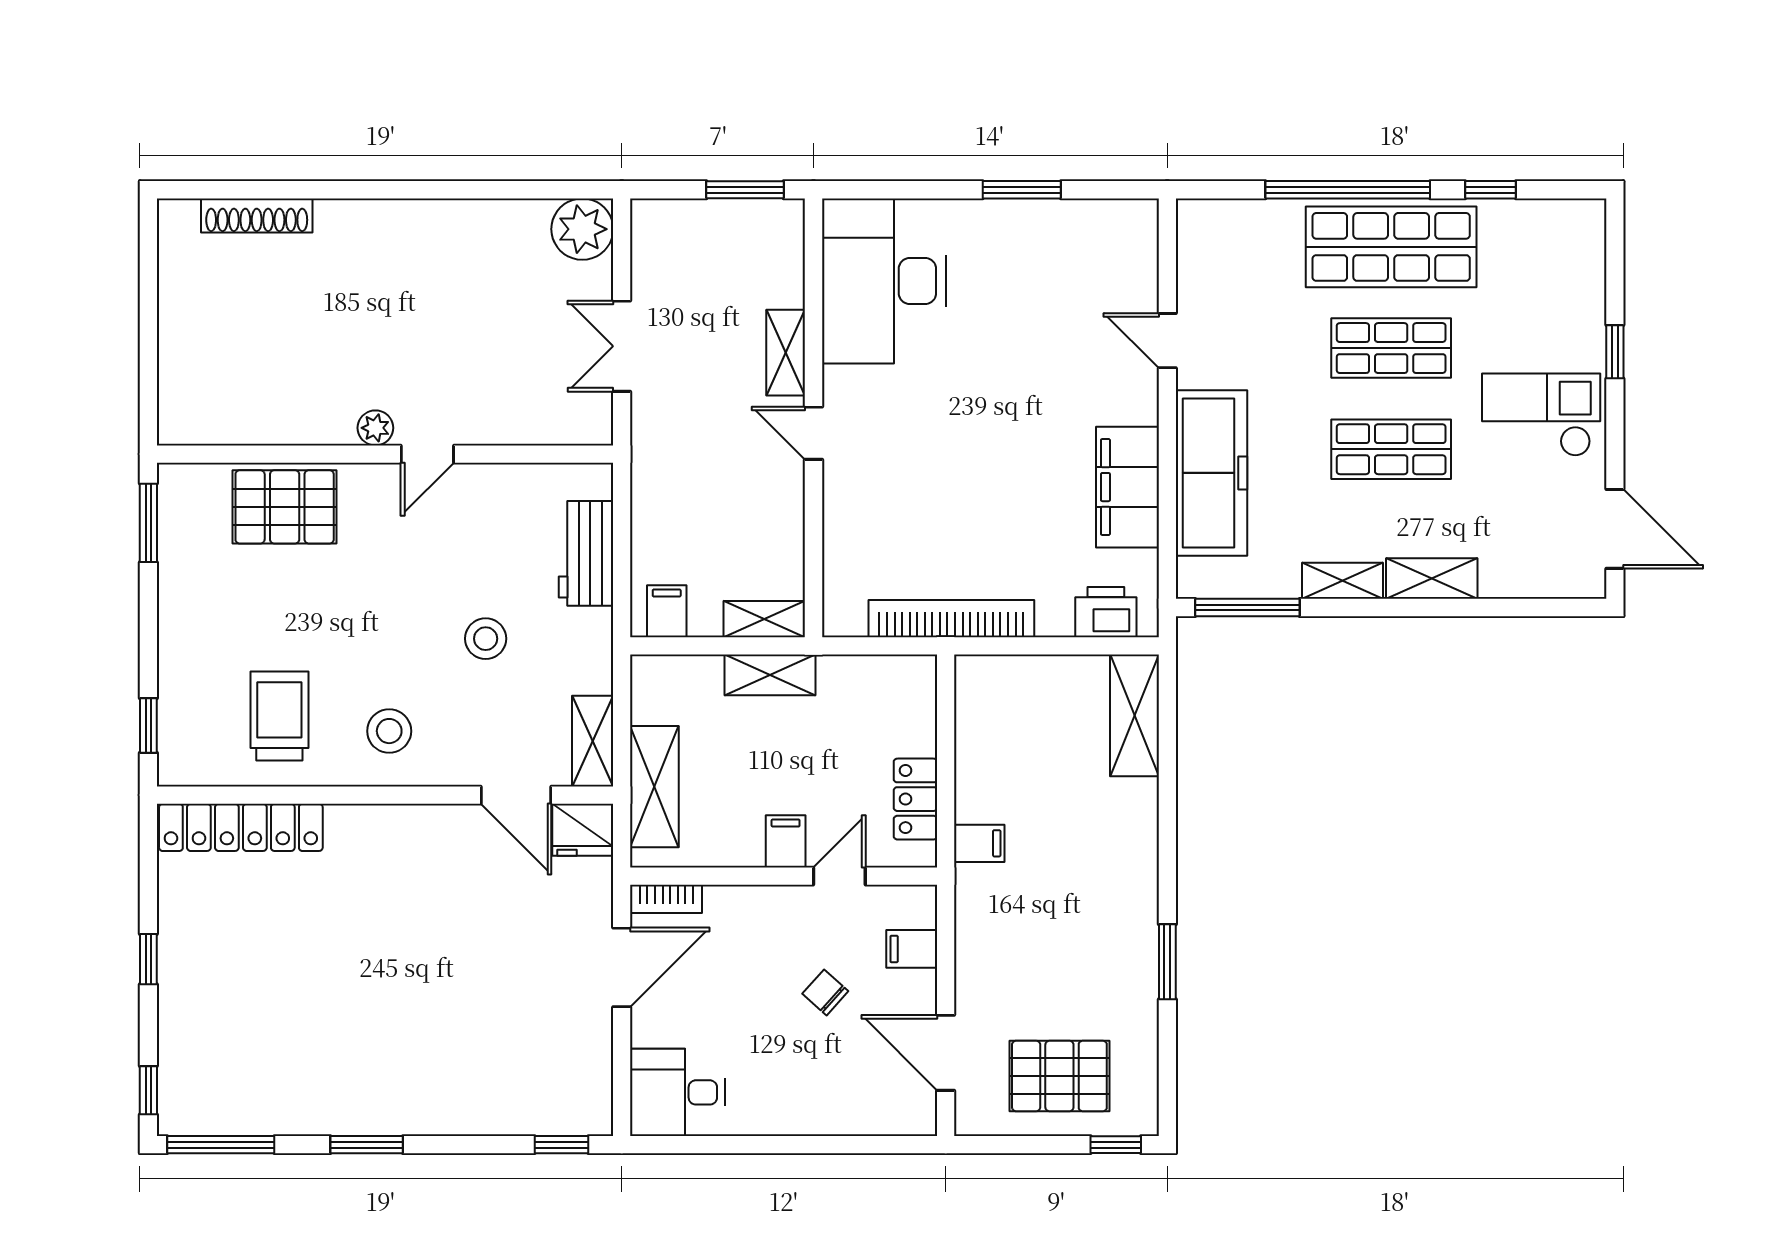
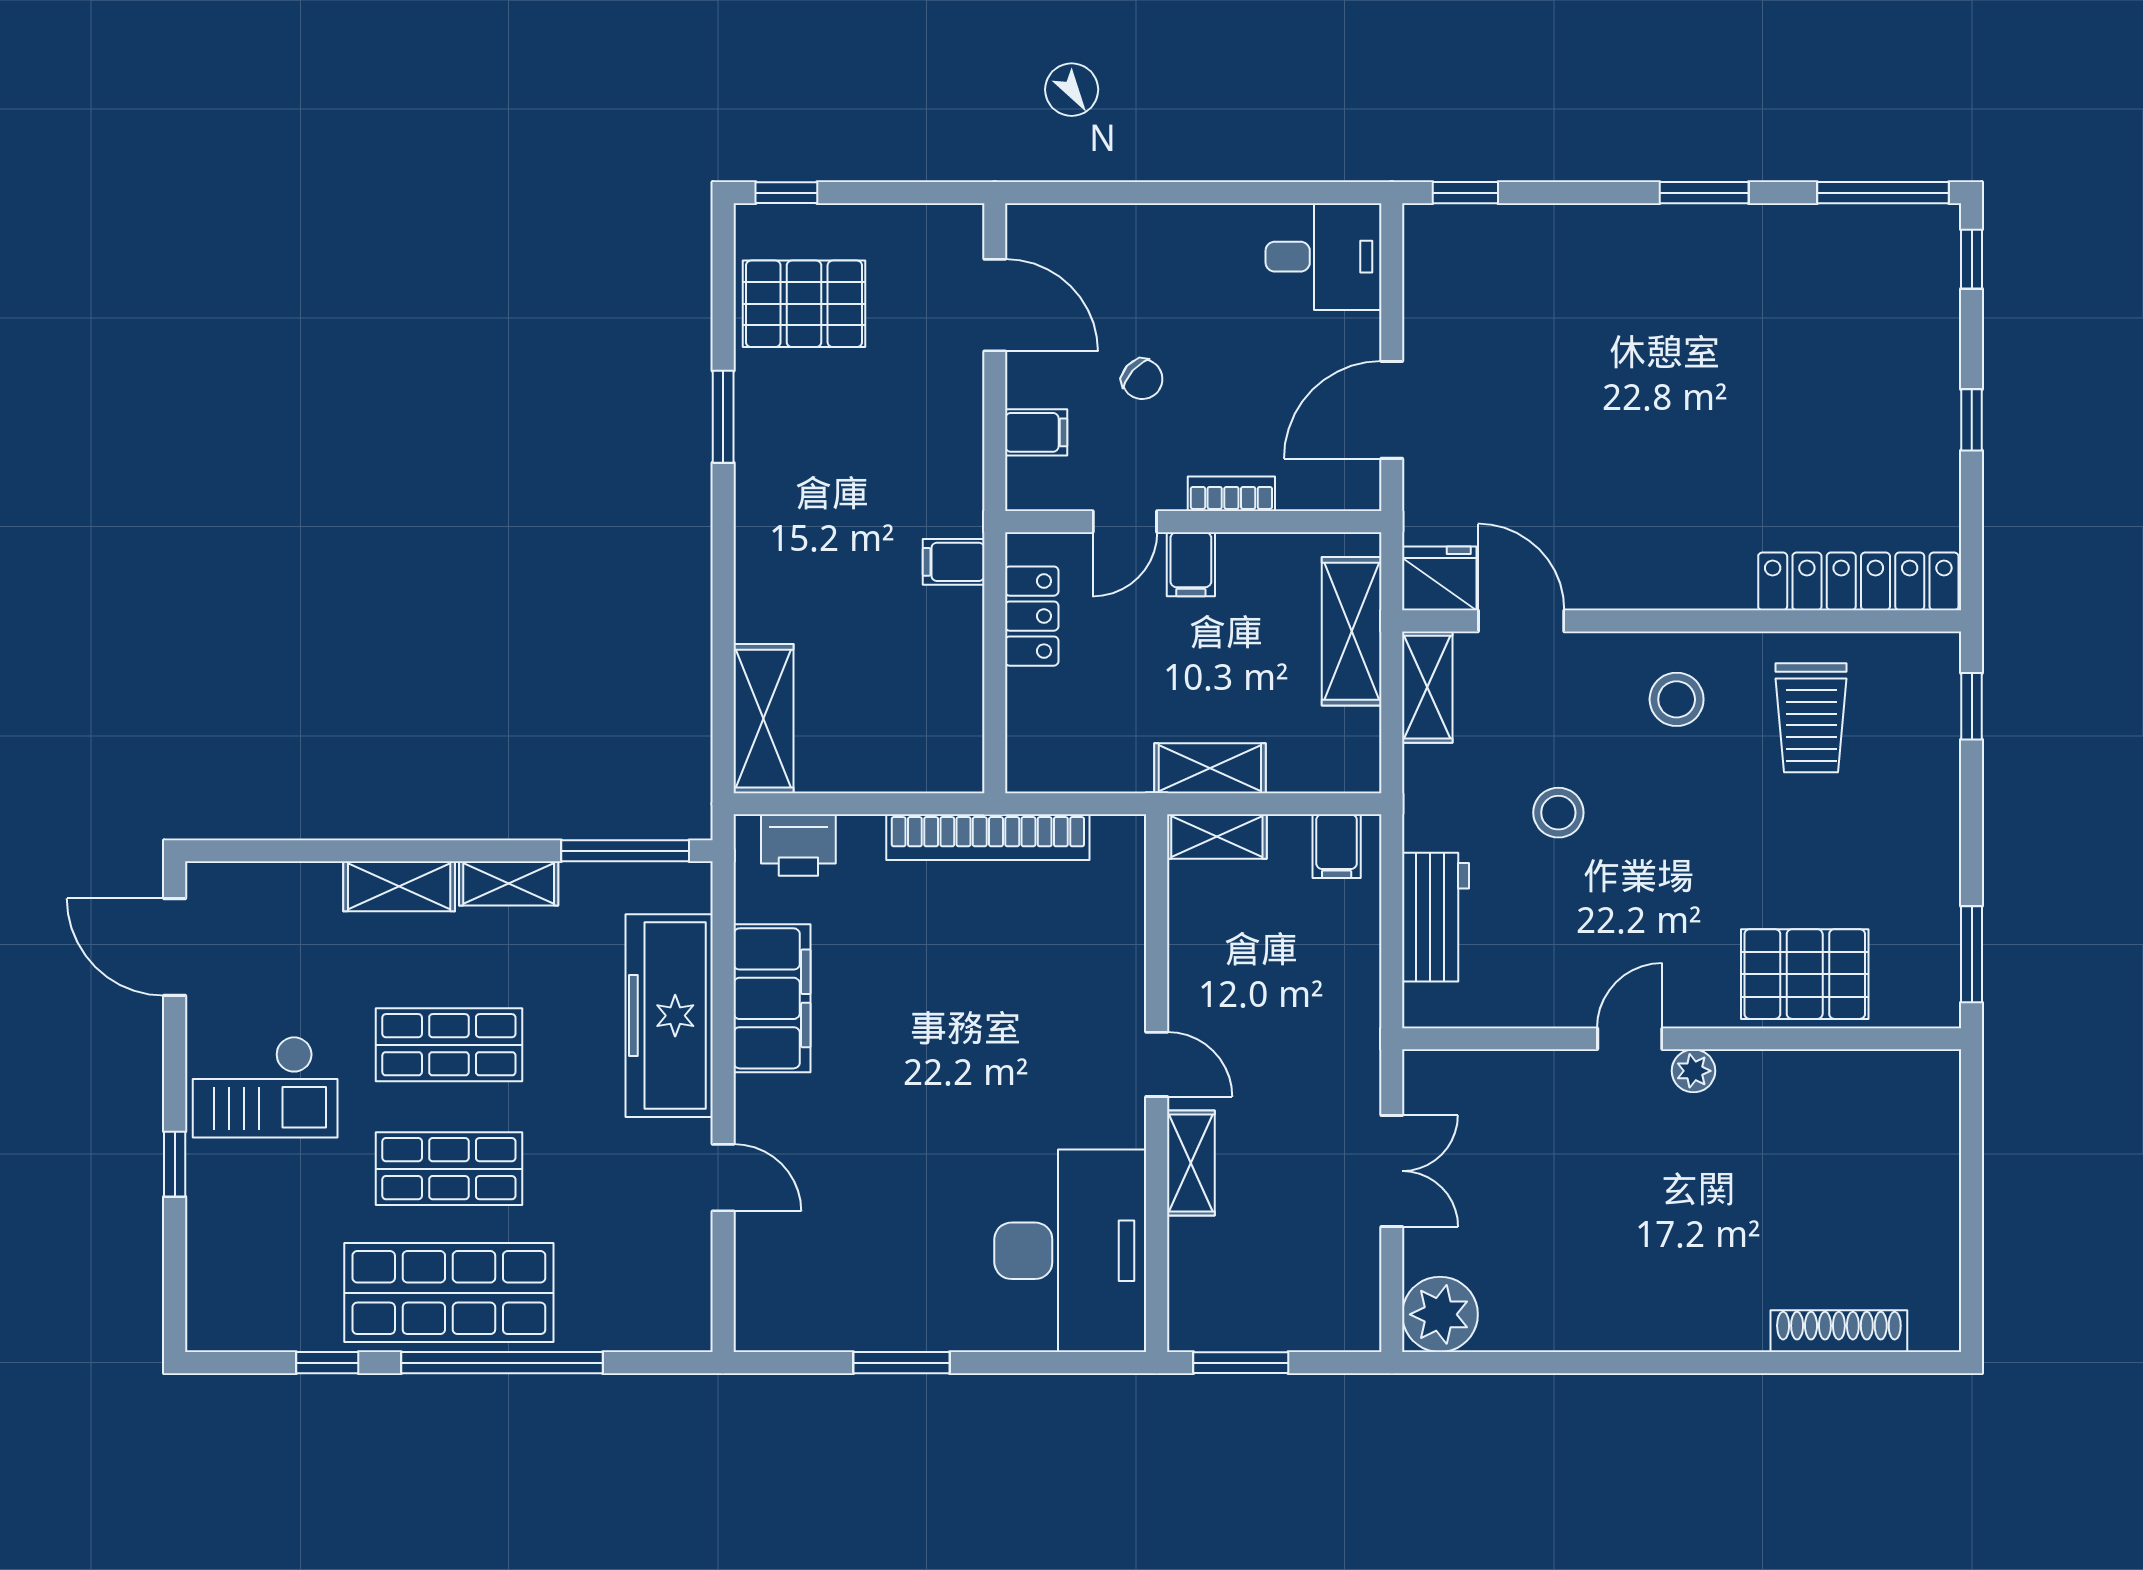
bookcase: (666, 899) -> (1231, 494), moved
pallet: (1059, 1076) -> (804, 304), moved

